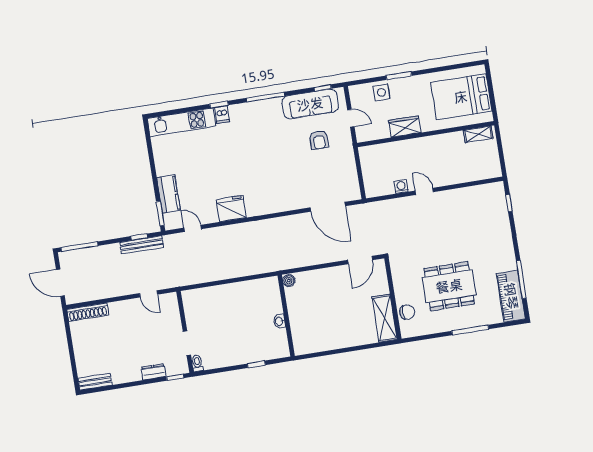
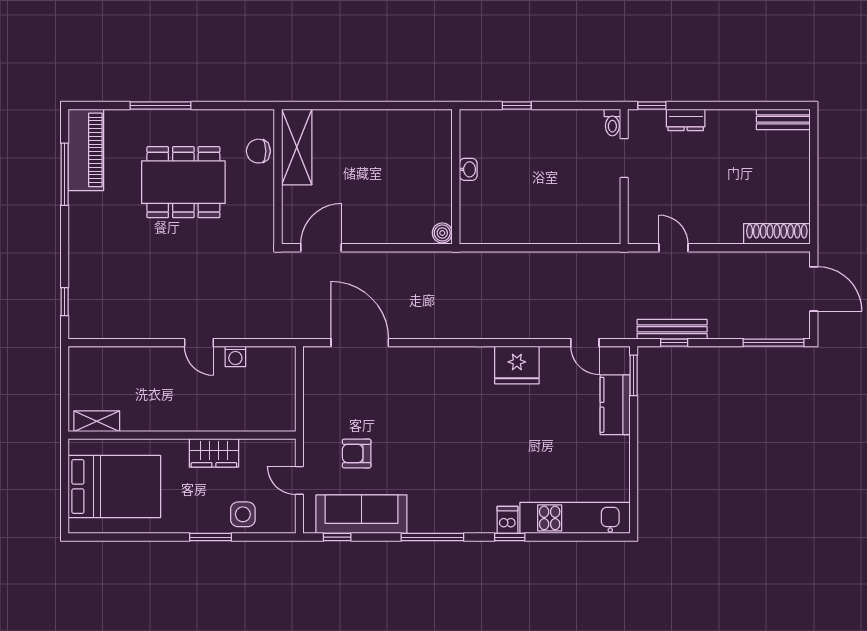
armchair: (319, 140) -> (357, 453), turned -90

